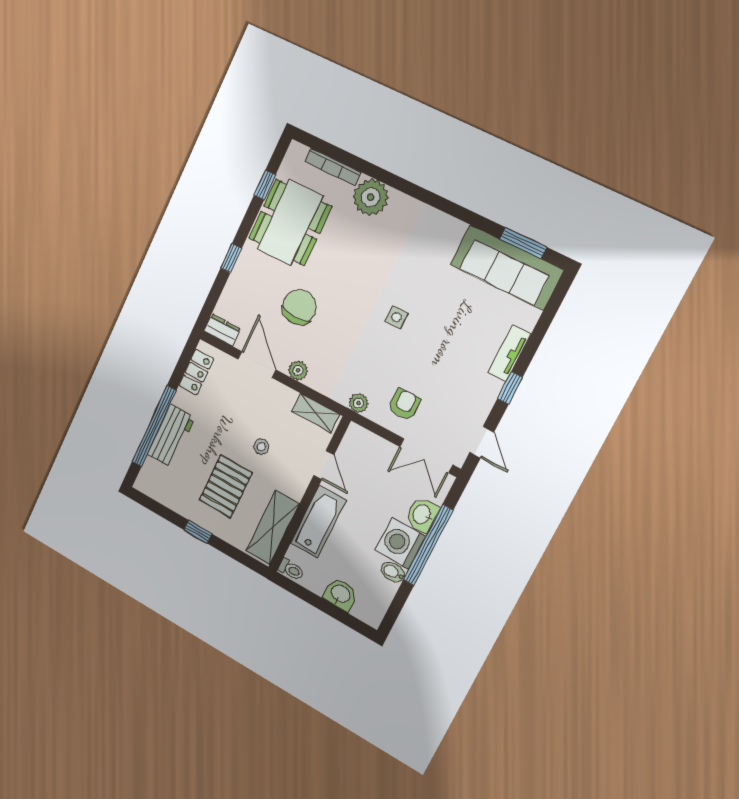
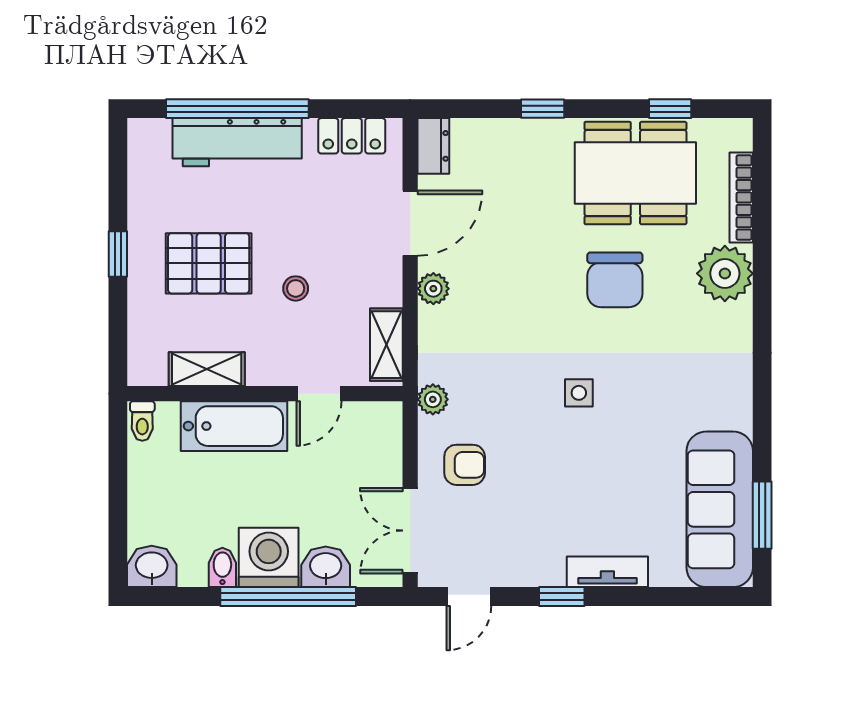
chair: (299, 307) -> (615, 280), moved, turned 90
workbench: (171, 436) -> (237, 142), width x1.38
shelving: (272, 528) -> (207, 369), width x0.67, depth x0.75
washbasin: (340, 594) -> (152, 566), moved, turned -90

